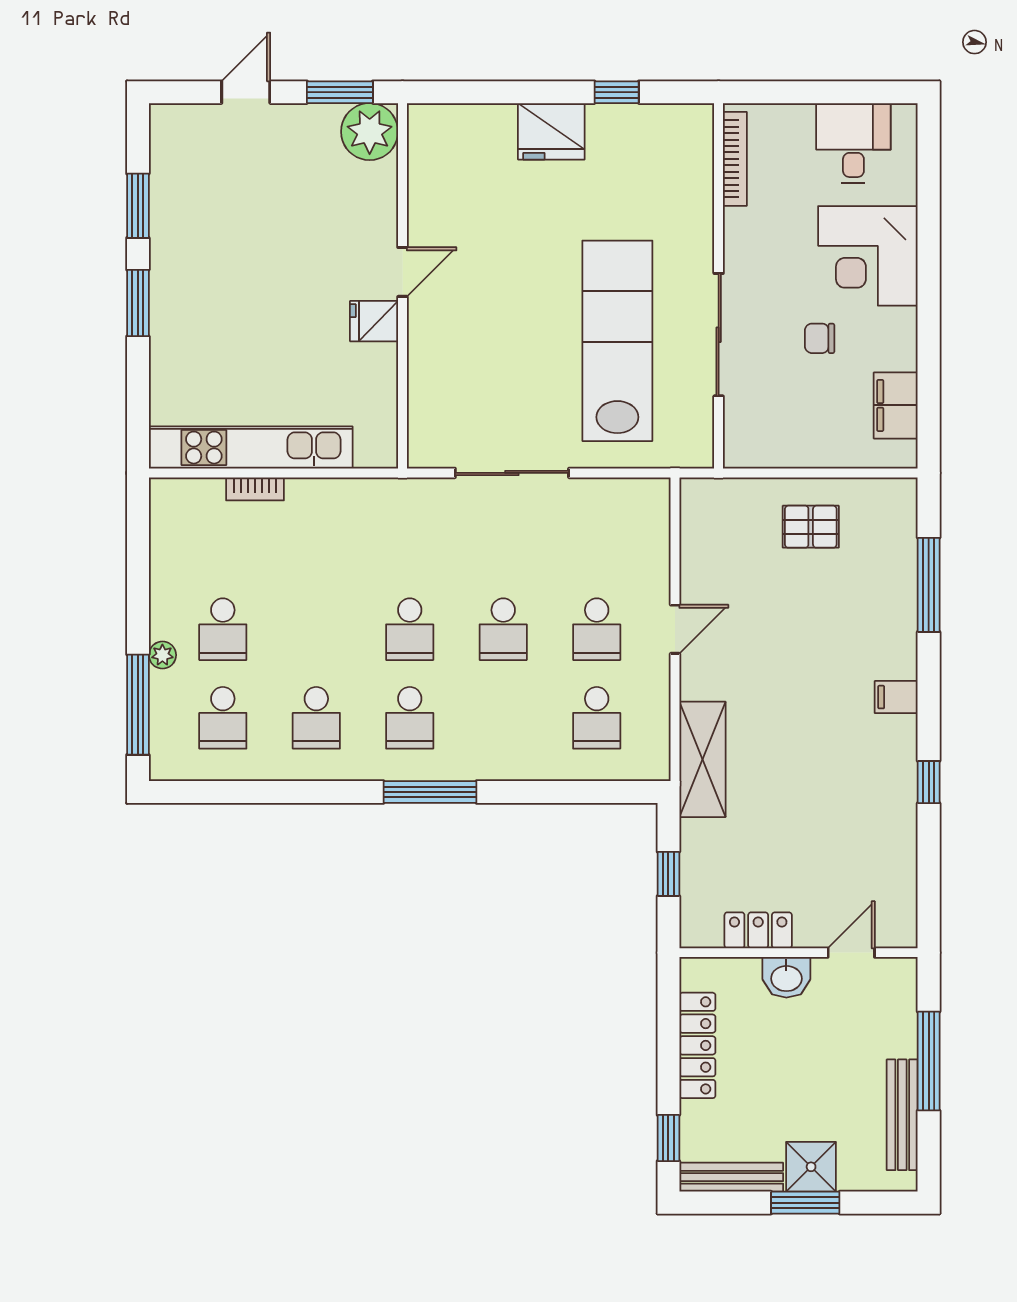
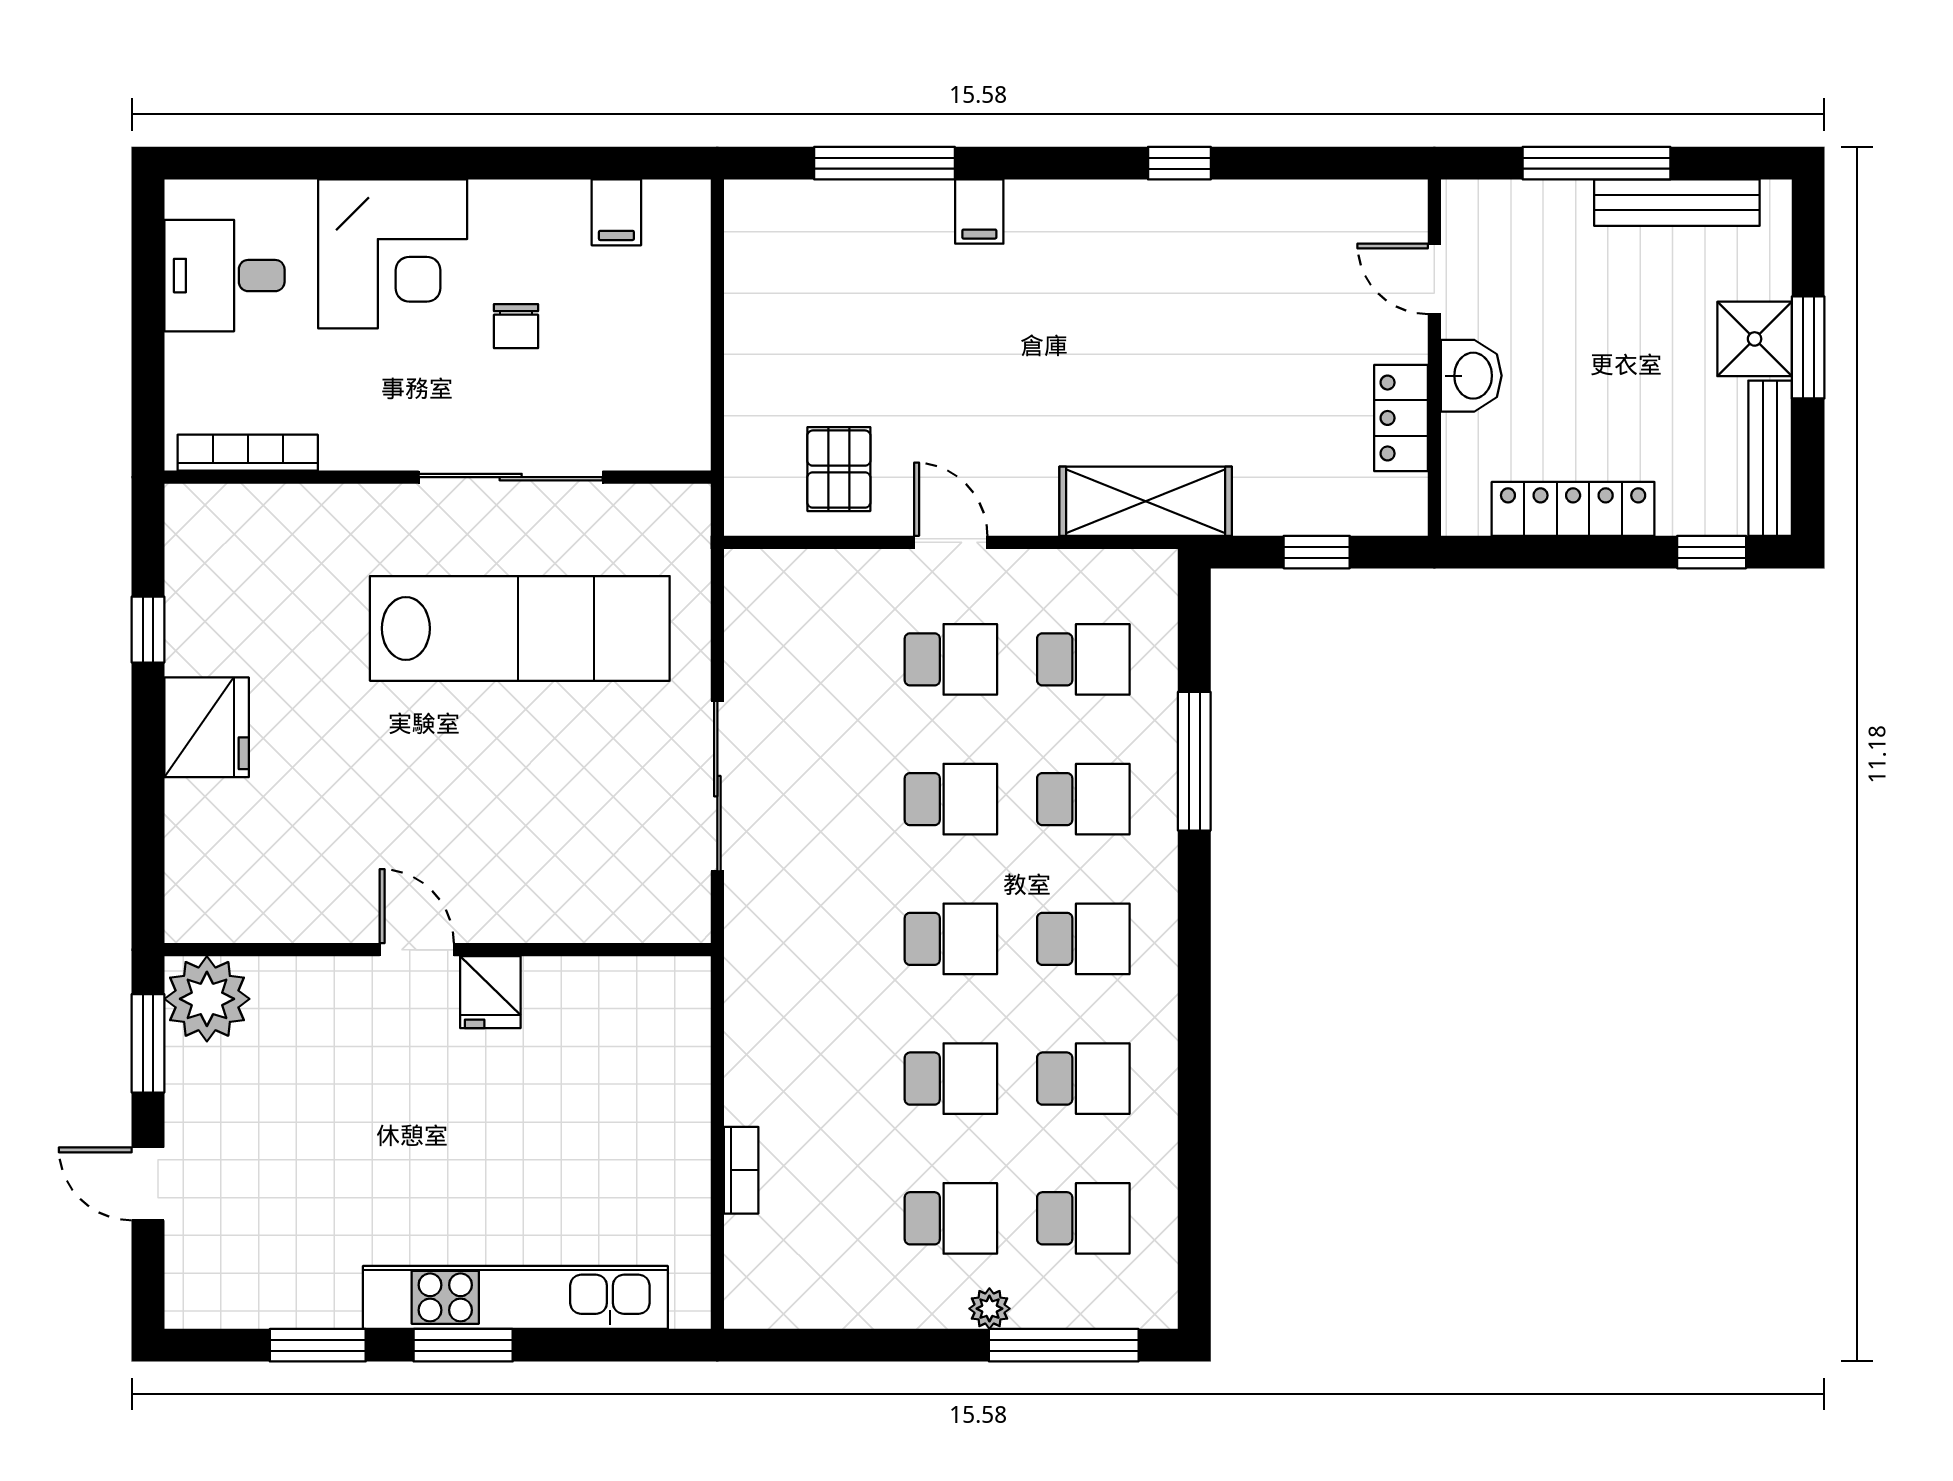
lab bench: (617, 341) -> (520, 628), turned 180
filing cabinet: (896, 405) -> (616, 212), width x0.50
kitchen unit: (251, 448) -> (515, 1297), moved, turned 90
pallet: (811, 527) -> (839, 469), moved
school desk: (316, 629) -> (951, 1079), added
filing cabinet: (896, 697) -> (979, 212), moved
school desk: (503, 718) -> (1083, 799), added
window: (430, 792) -> (1194, 761), moved

